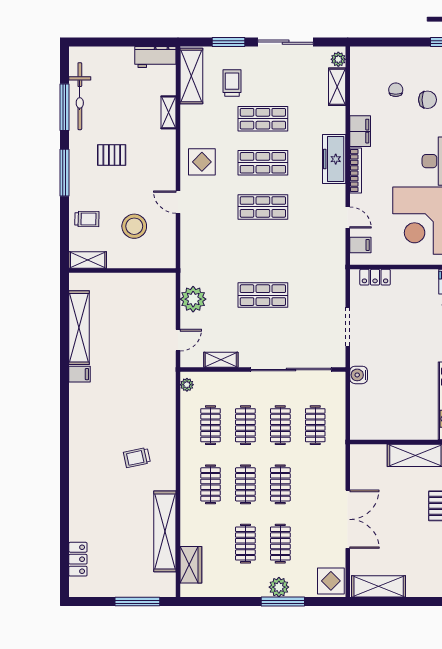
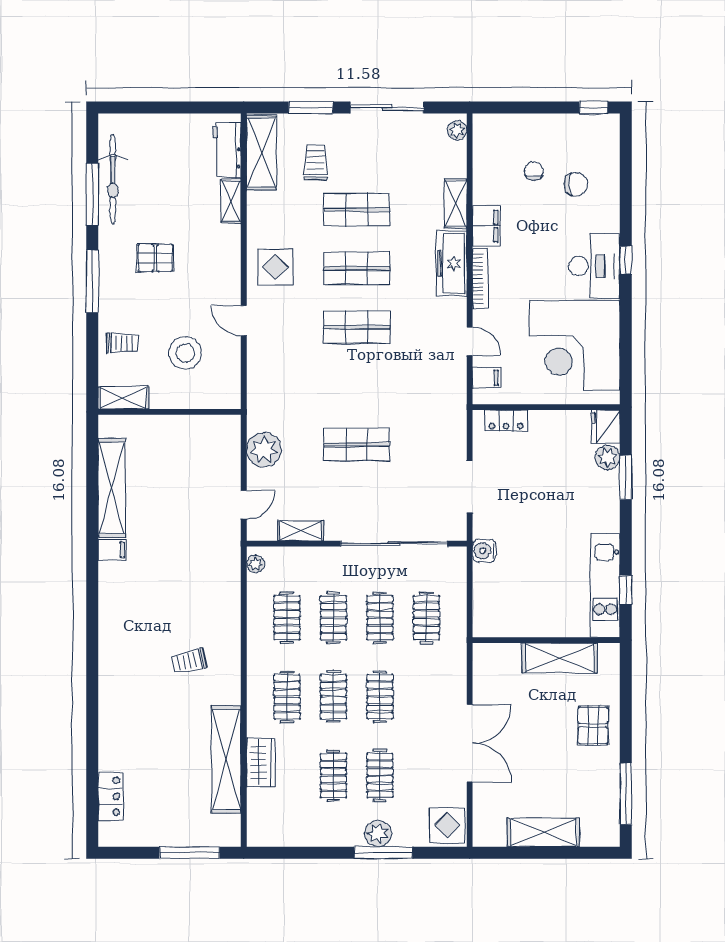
workbench: (155, 57) -> (227, 150), moved, turned 90
shelving: (337, 87) -> (456, 204), moved
wardrobe: (191, 565) -> (261, 762), moved
shelving: (379, 586) -> (543, 832), moved

